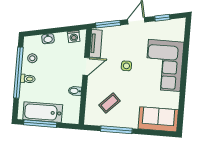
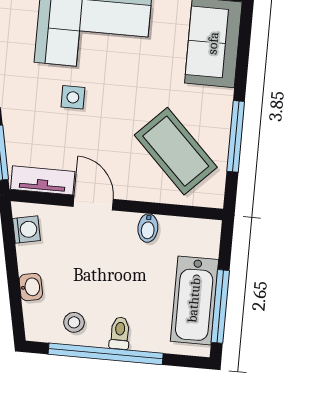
side table: (126, 66) -> (73, 97), moved
coffee table: (110, 103) -> (176, 151), width x1.86, depth x1.72

